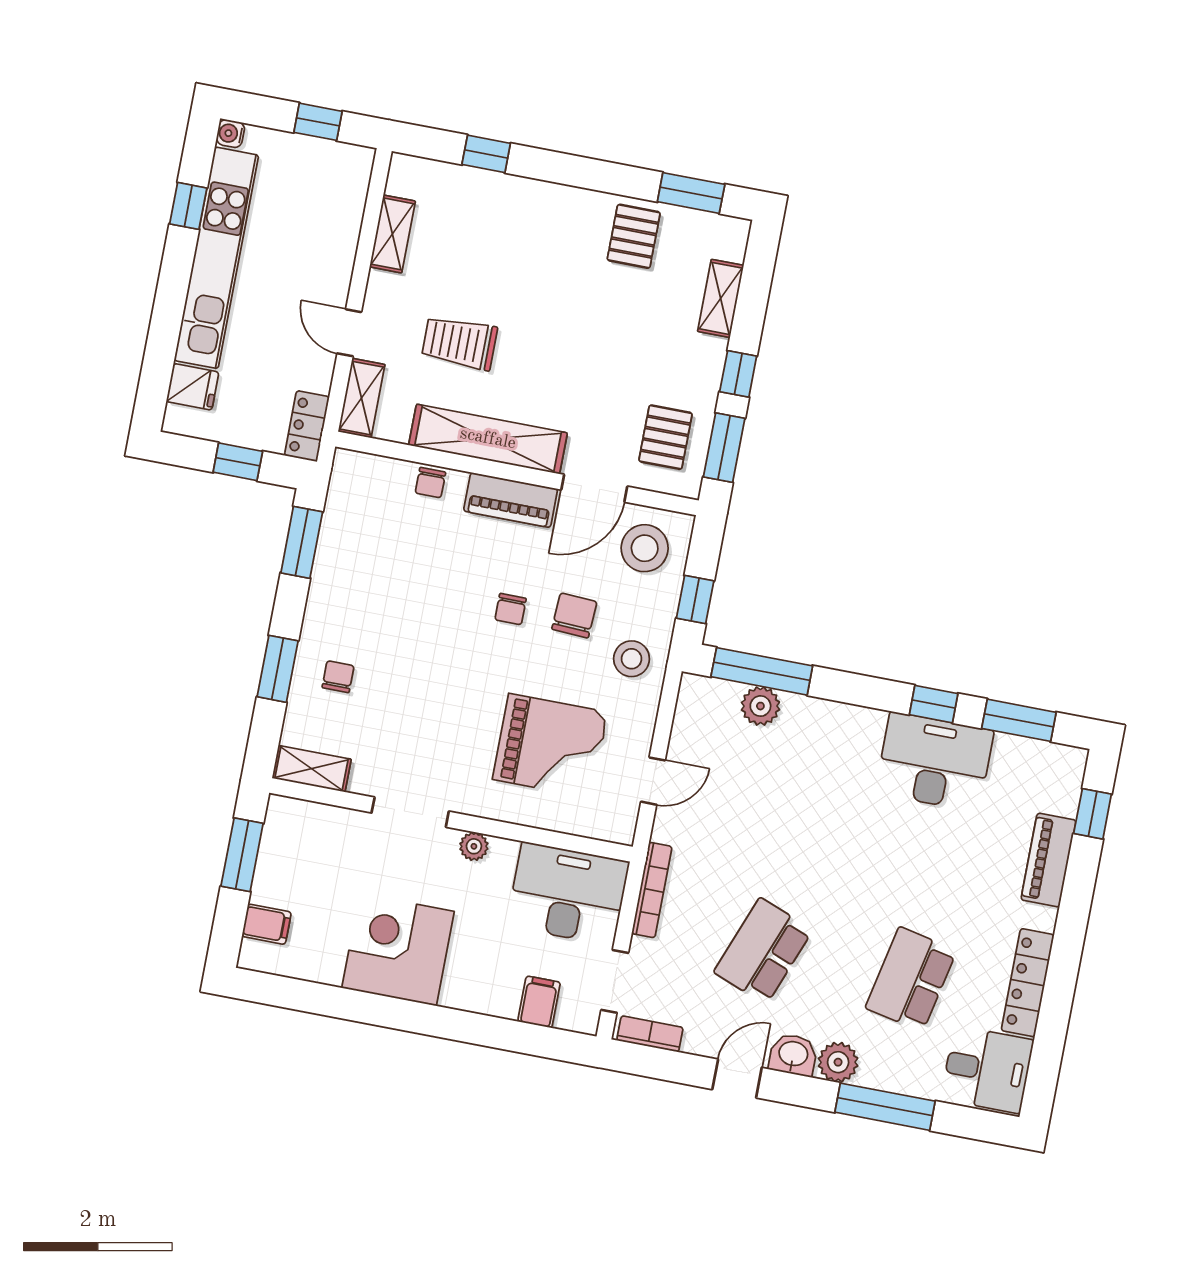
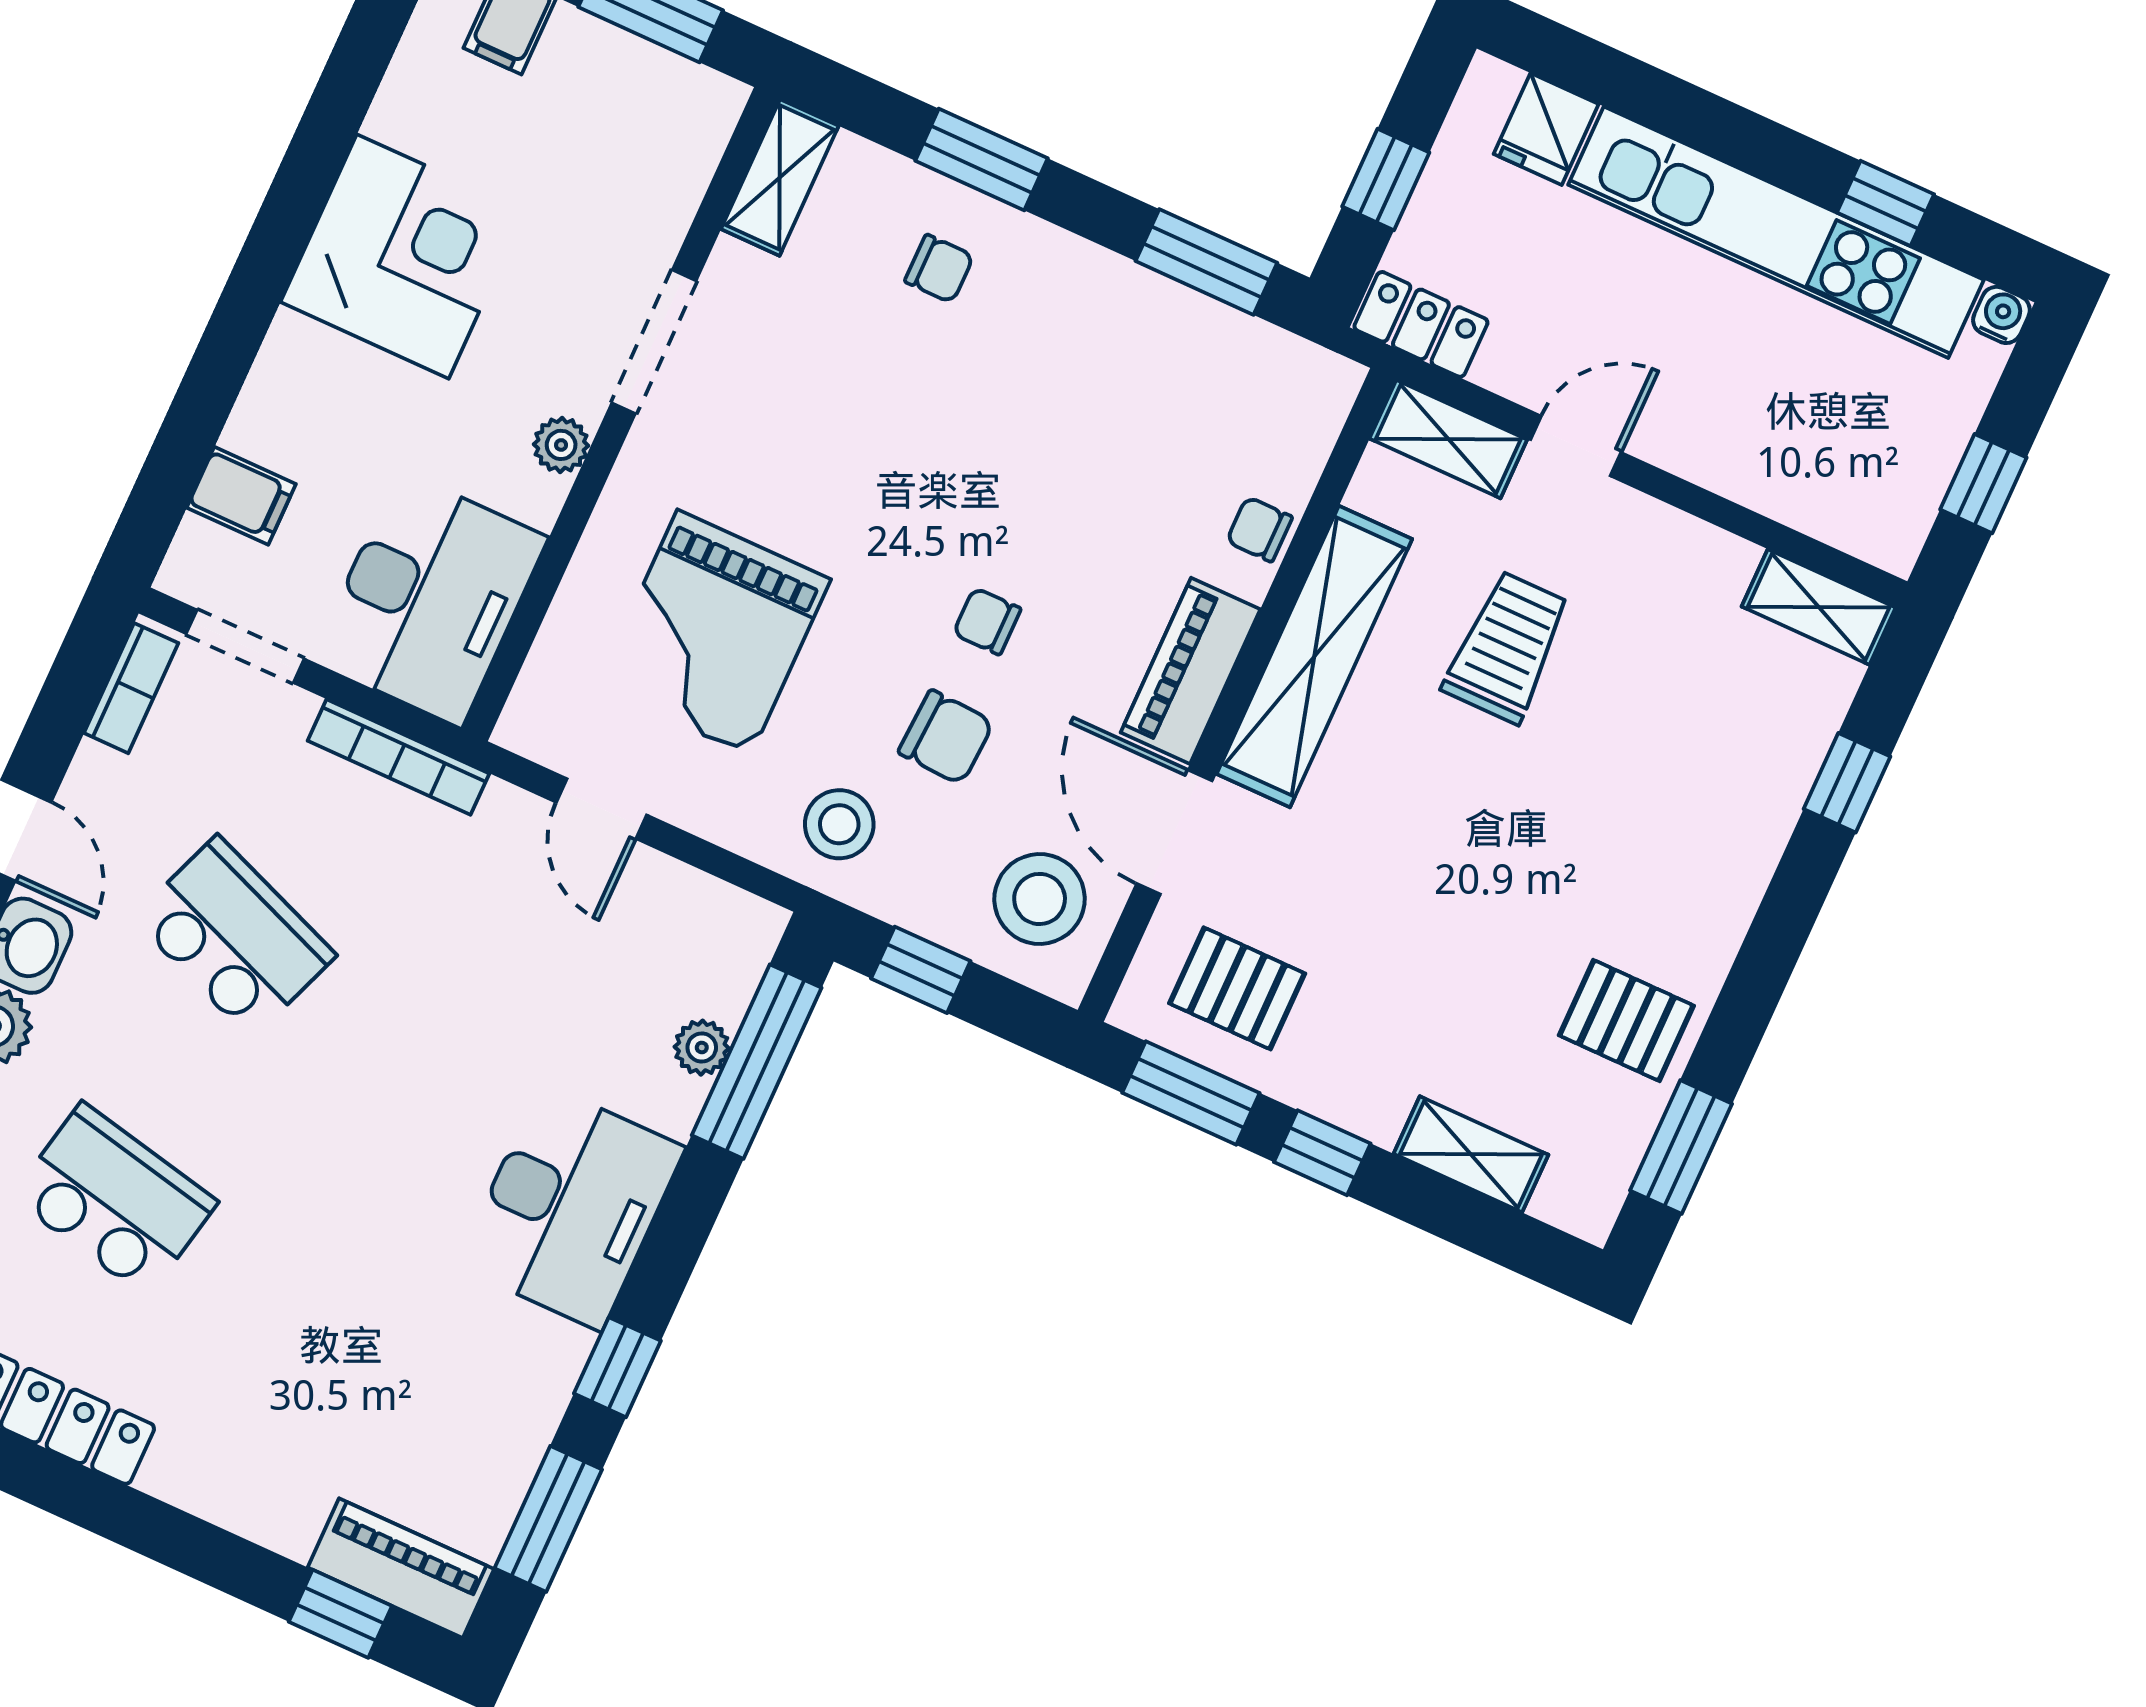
shelving: (392, 234) -> (1819, 607), moved
plant: (760, 706) -> (702, 1048), width x0.73, depth x0.73
desk: (934, 762) -> (571, 1207), moved
piano: (1048, 860) -> (401, 1568), moved

